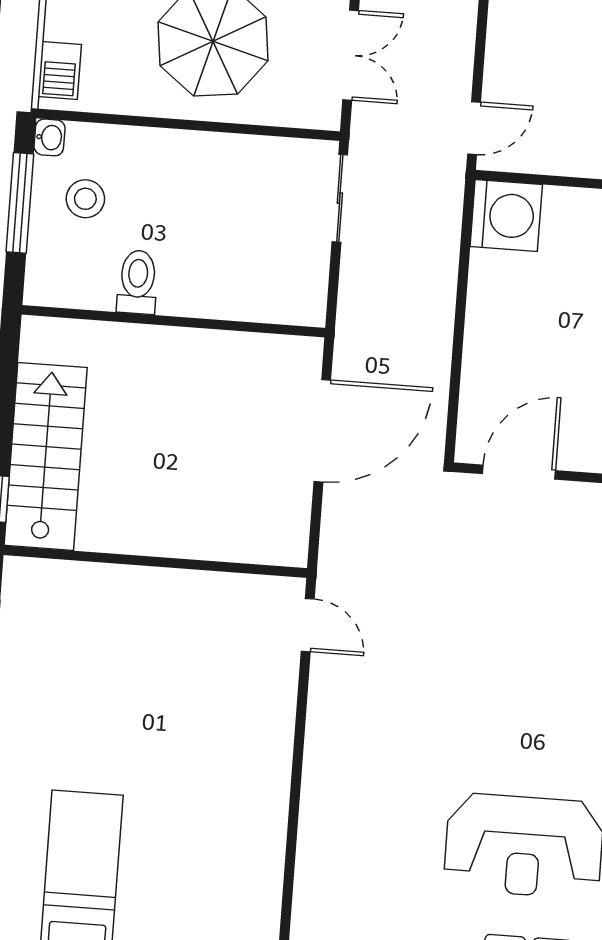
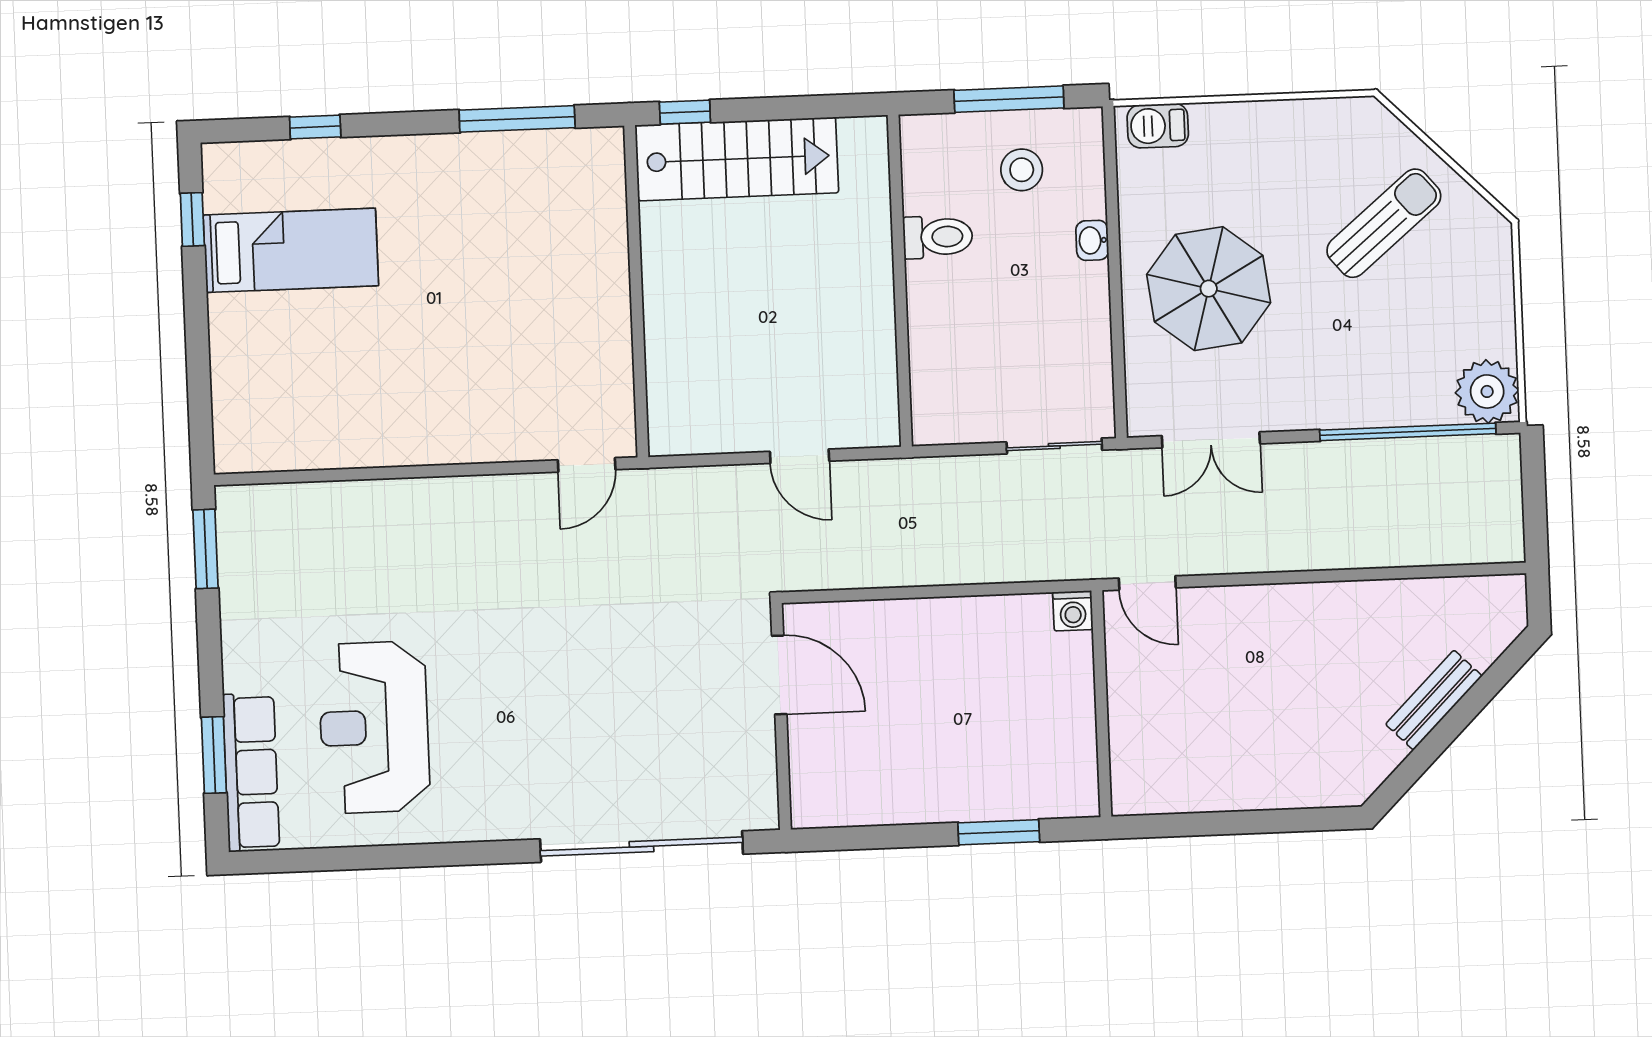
washbasin: (50, 137) -> (1092, 240), moved, turned 90
washing machine: (506, 216) -> (1073, 611), width x0.53, depth x0.53
door: (322, 431) -> (800, 456), width x0.53

